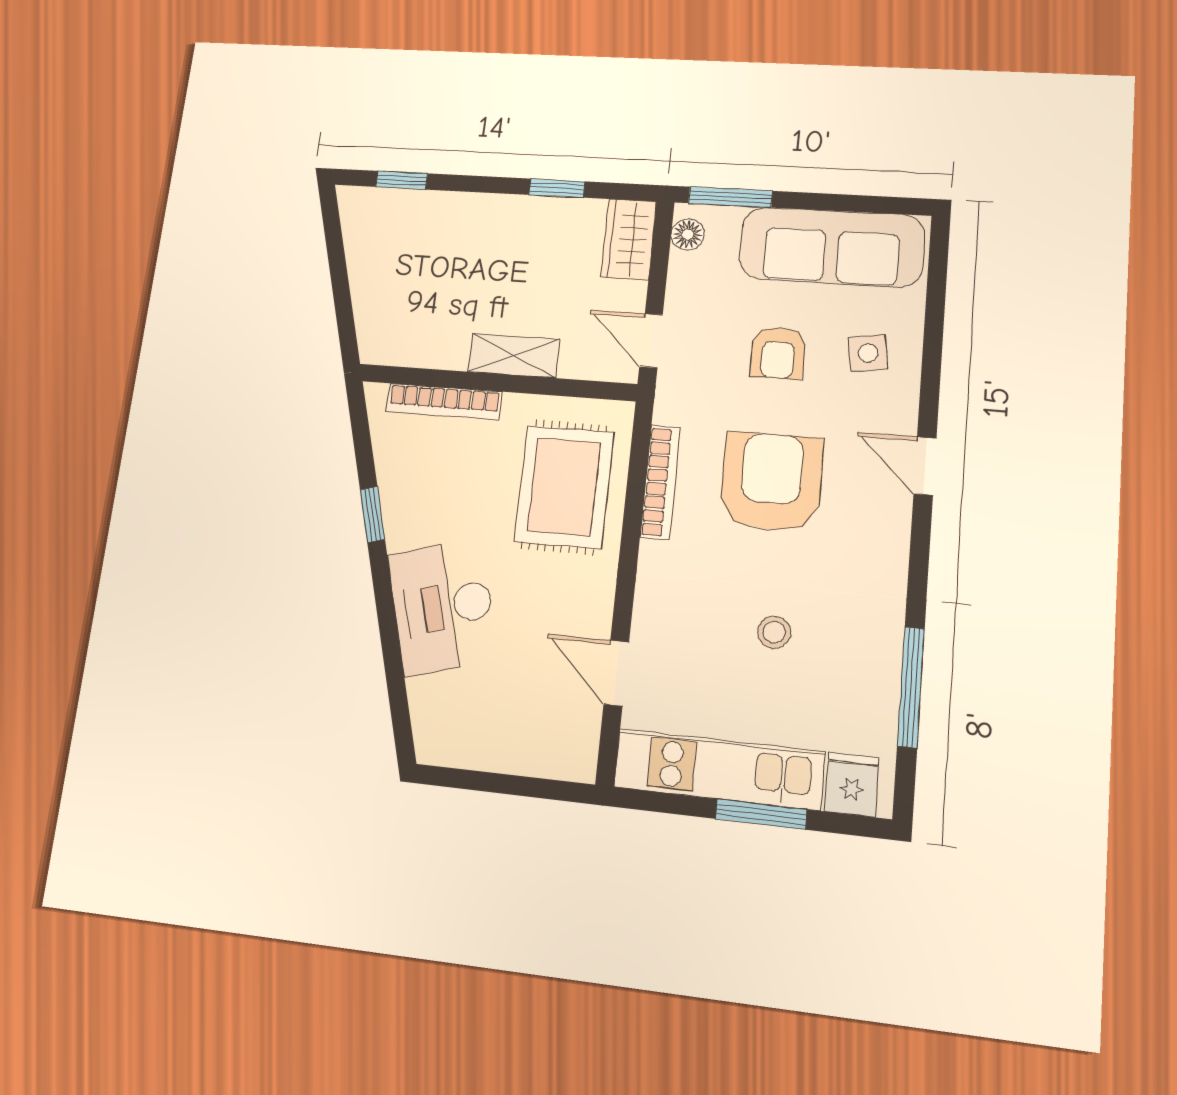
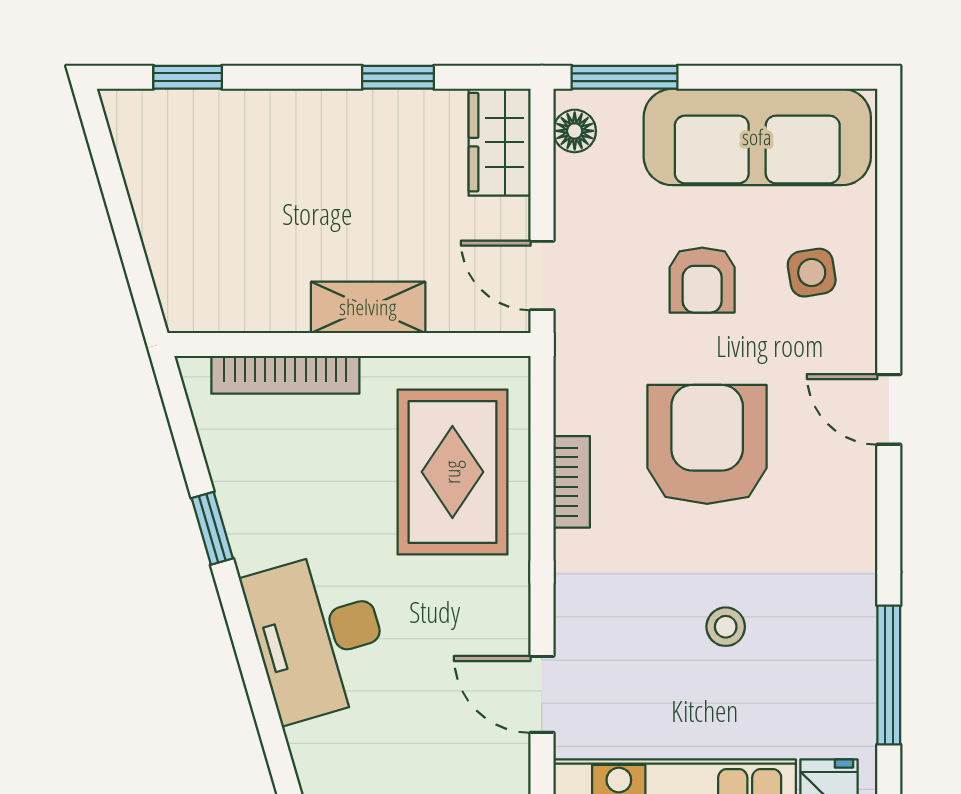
bookcase: (660, 482) -> (572, 482), width x0.64

